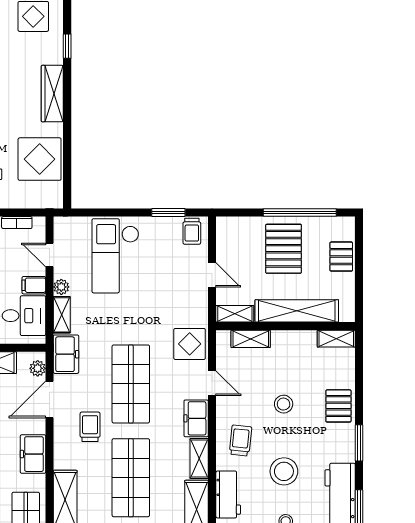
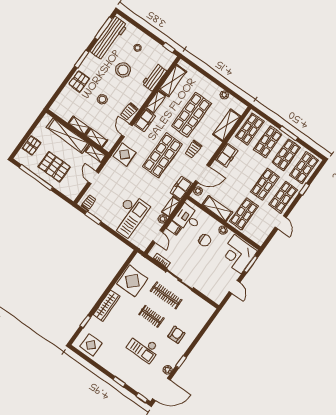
pallet: (284, 249) -> (54, 167), turned 90
shelving: (336, 339) -> (79, 126), moved
trolley: (240, 441) -> (129, 112), moved

